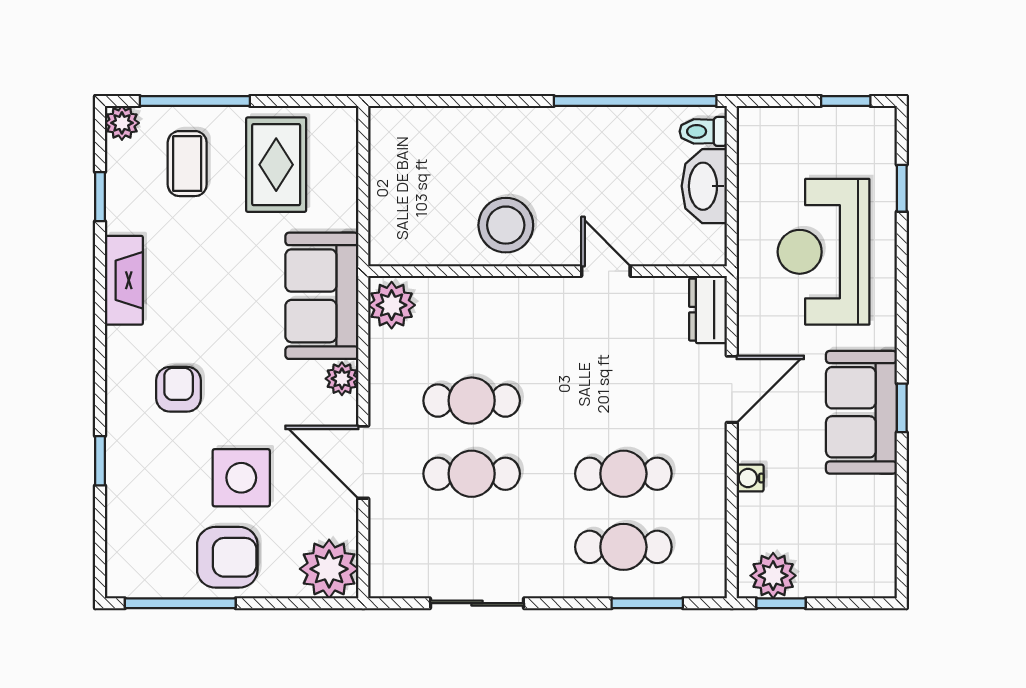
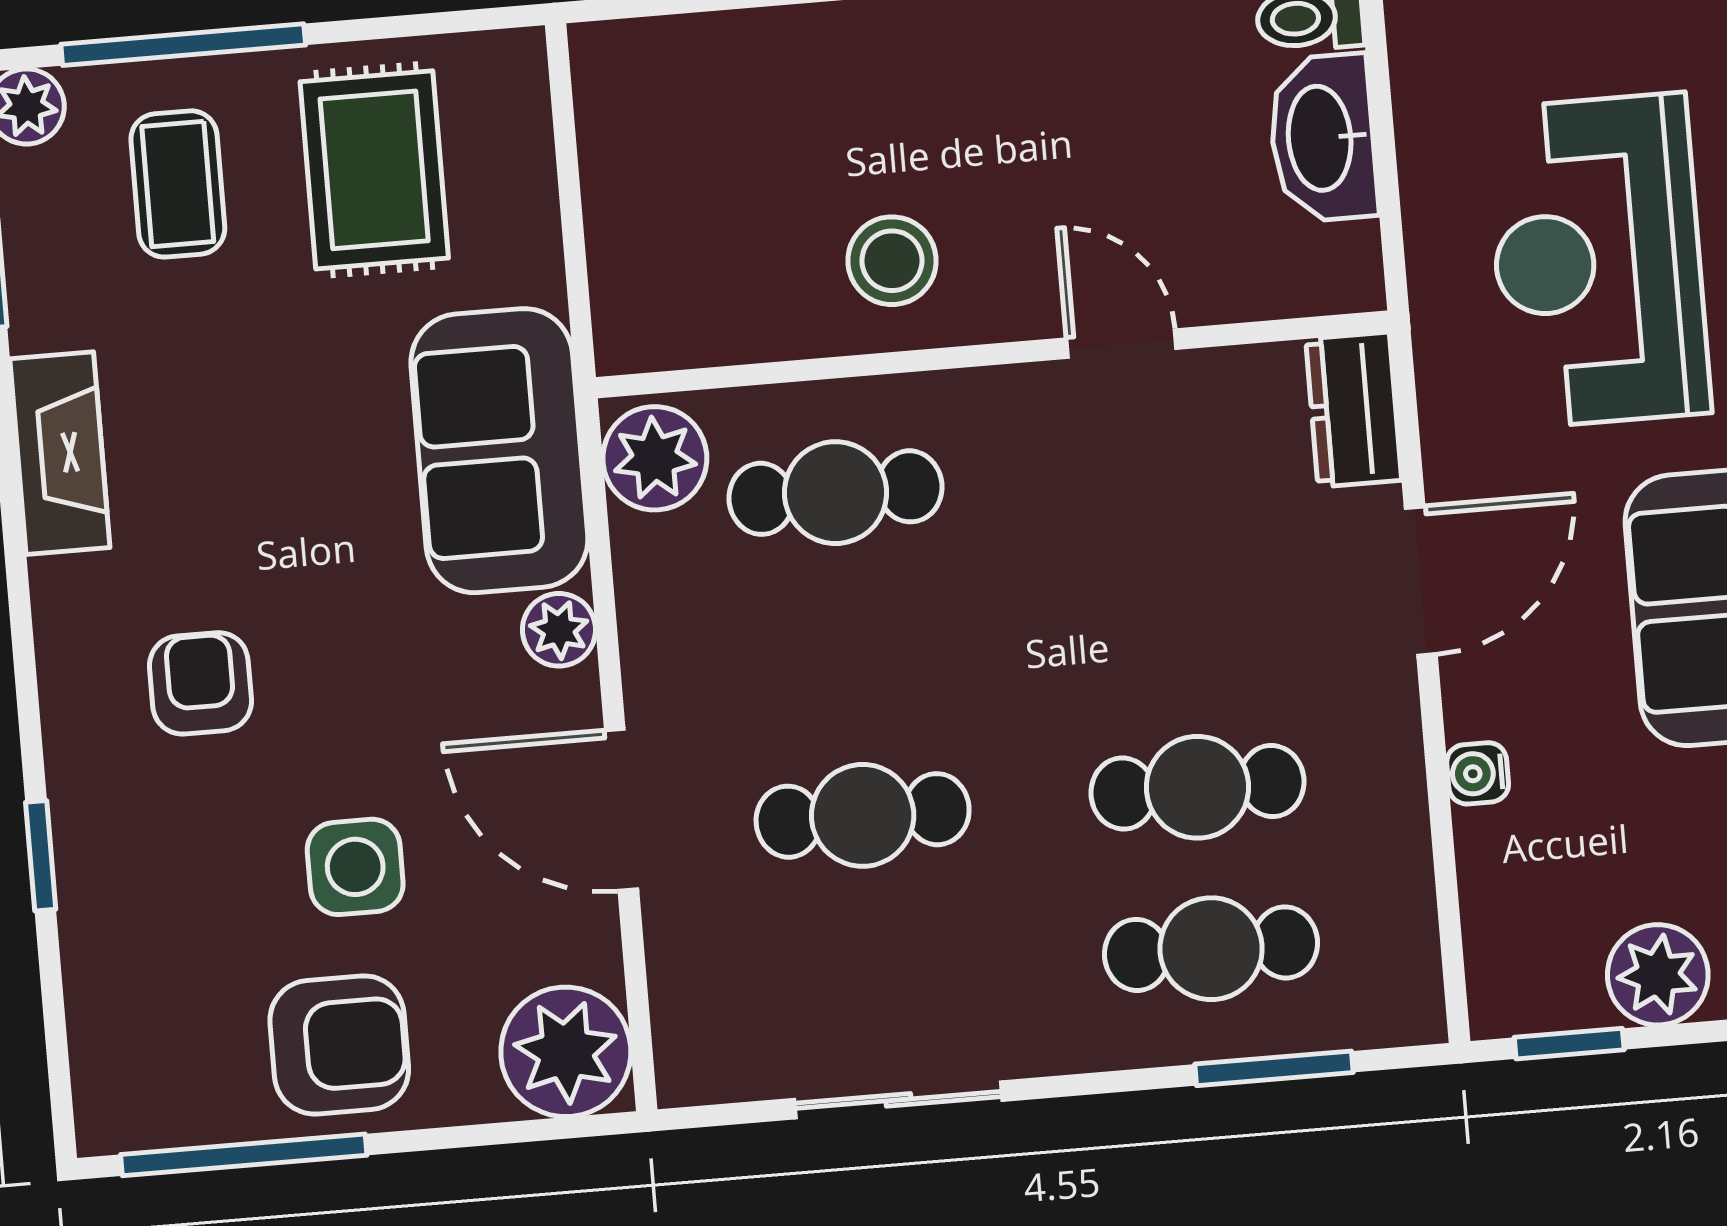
stool: (506, 225) -> (892, 261), width x0.73, depth x0.73
cafe table: (472, 401) -> (835, 493), moved
side table: (241, 478) -> (355, 867), width x0.73, depth x0.73
plant: (773, 576) -> (1658, 975), moved

